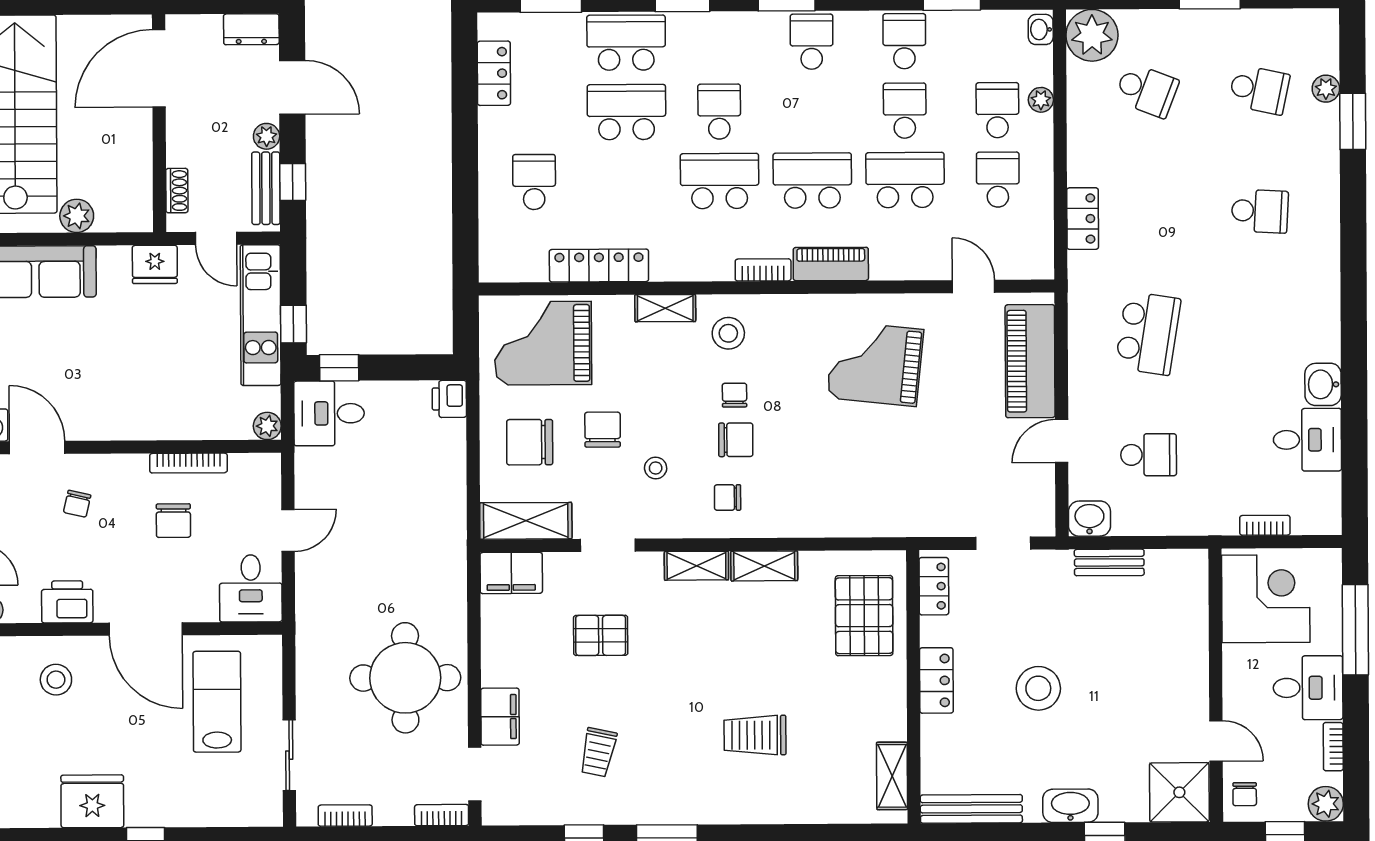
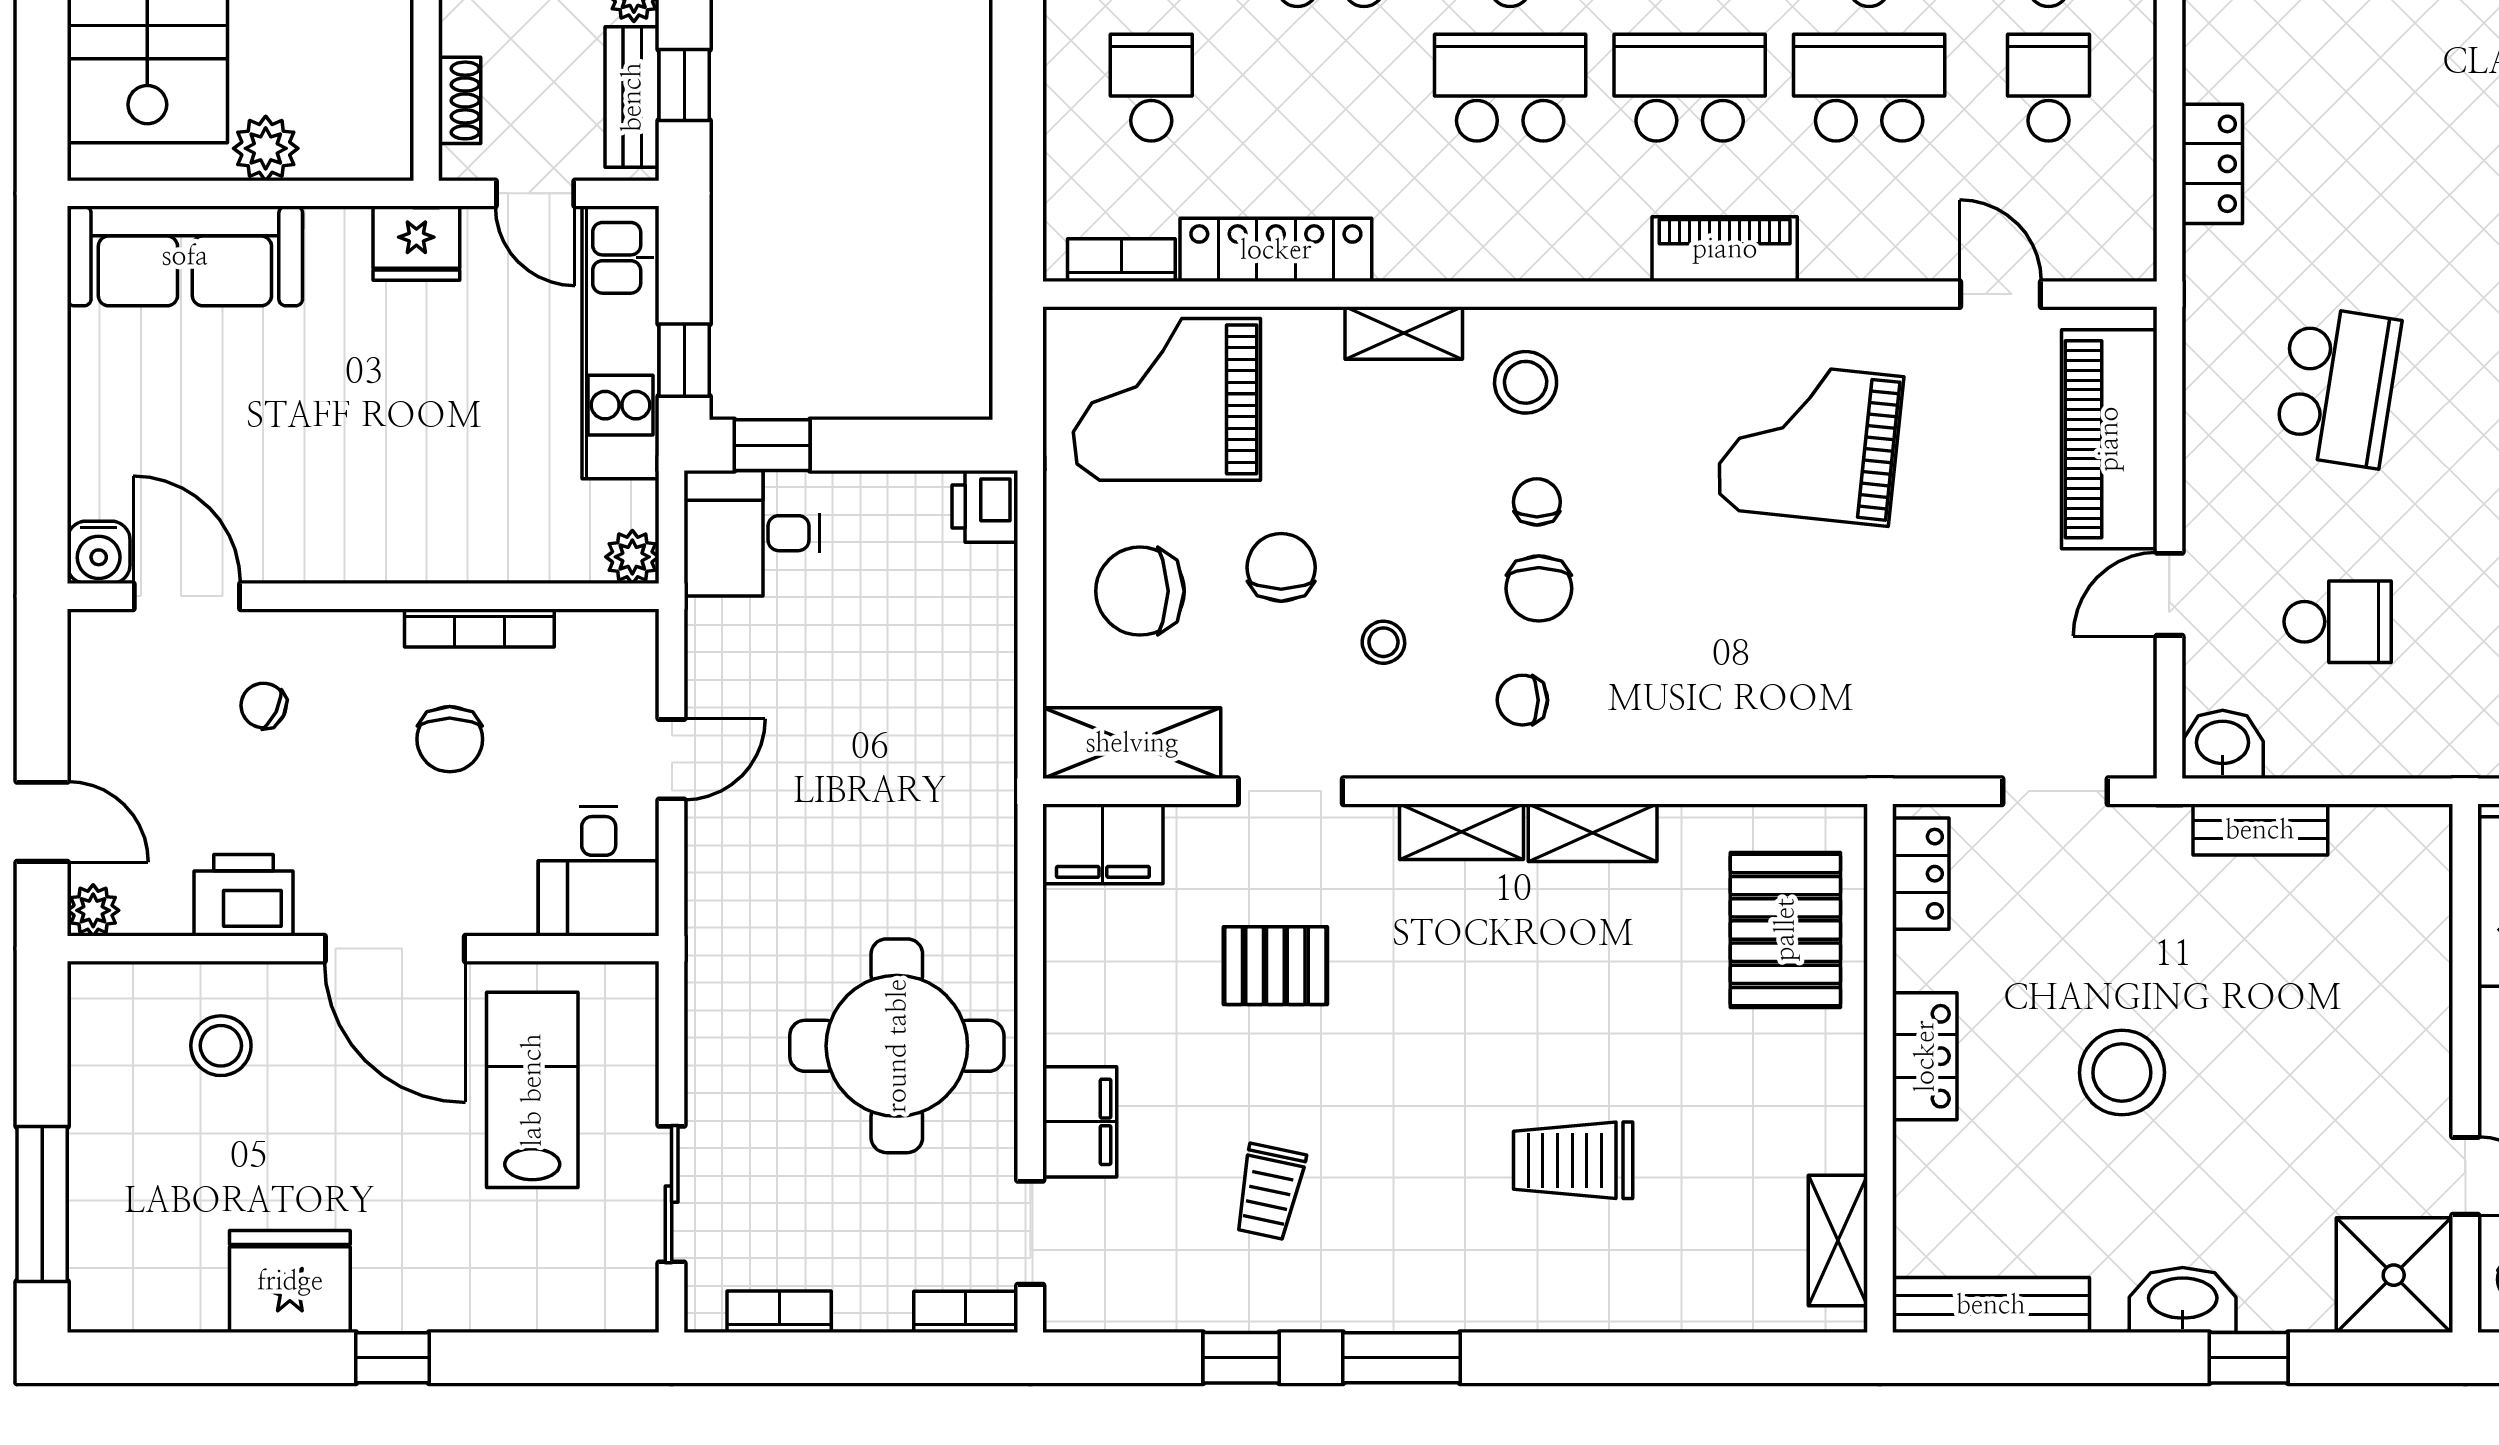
bookcase: (763, 270) -> (1121, 260), moved
chair: (736, 440) -> (1539, 588), turned 90
chair: (77, 504) -> (264, 705), turned 103

